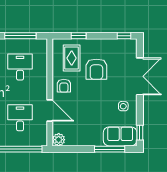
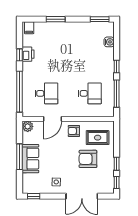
window: (79, 36) -> (117, 164), moved
sofa: (120, 136) -> (30, 159), moved
window: (110, 149) -> (20, 157), moved

